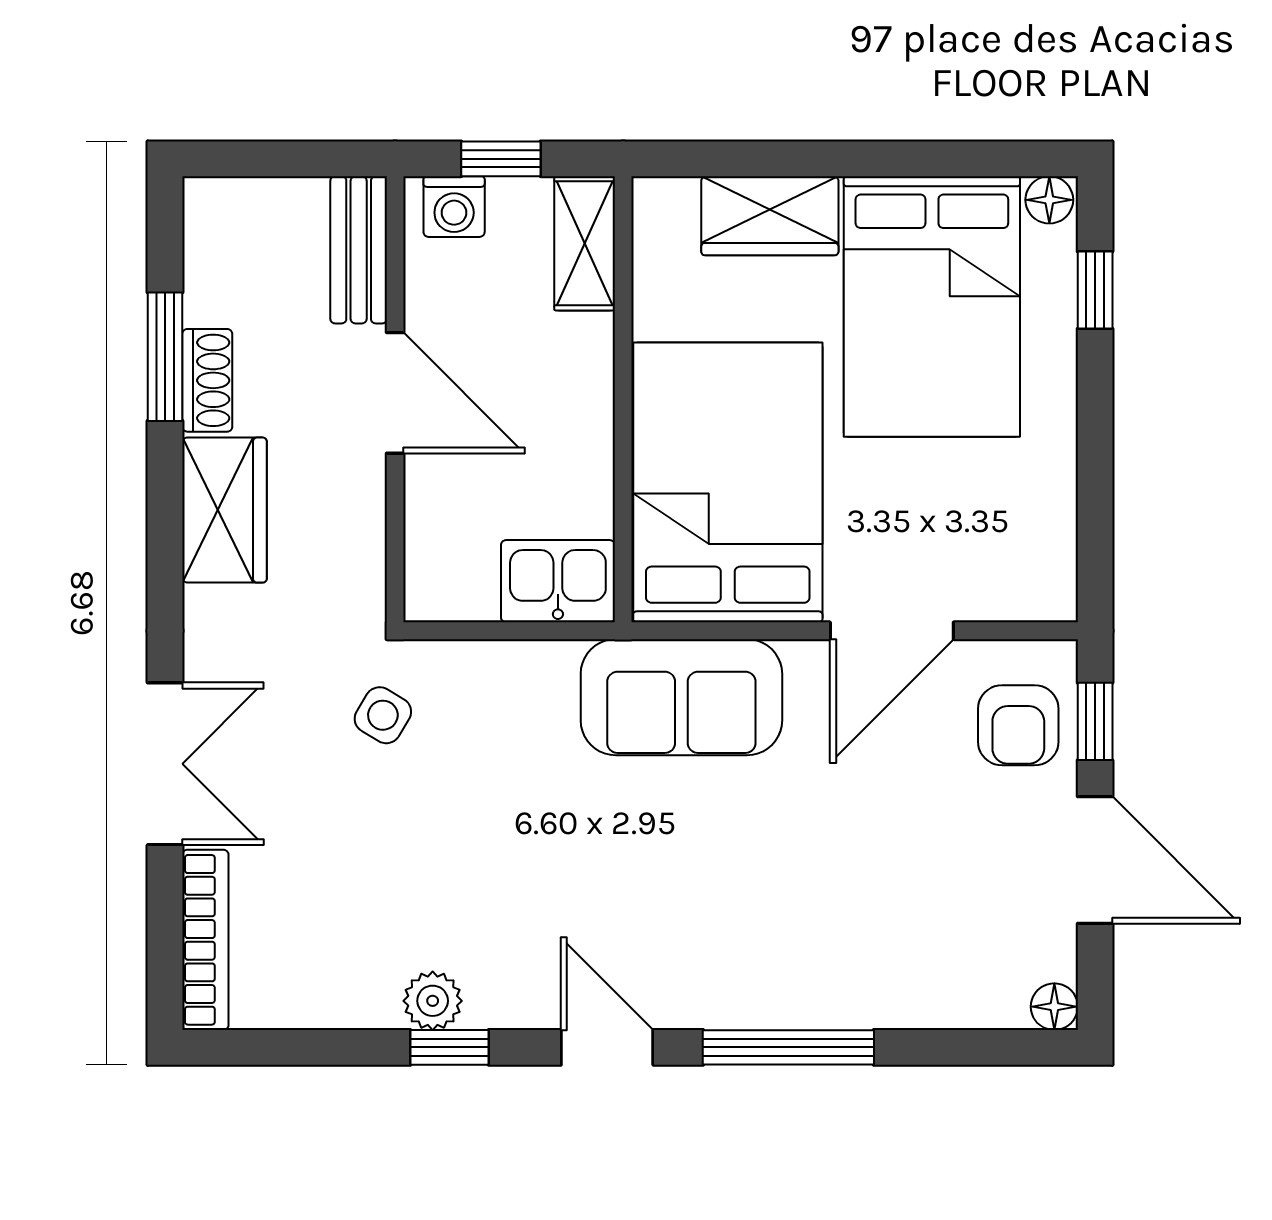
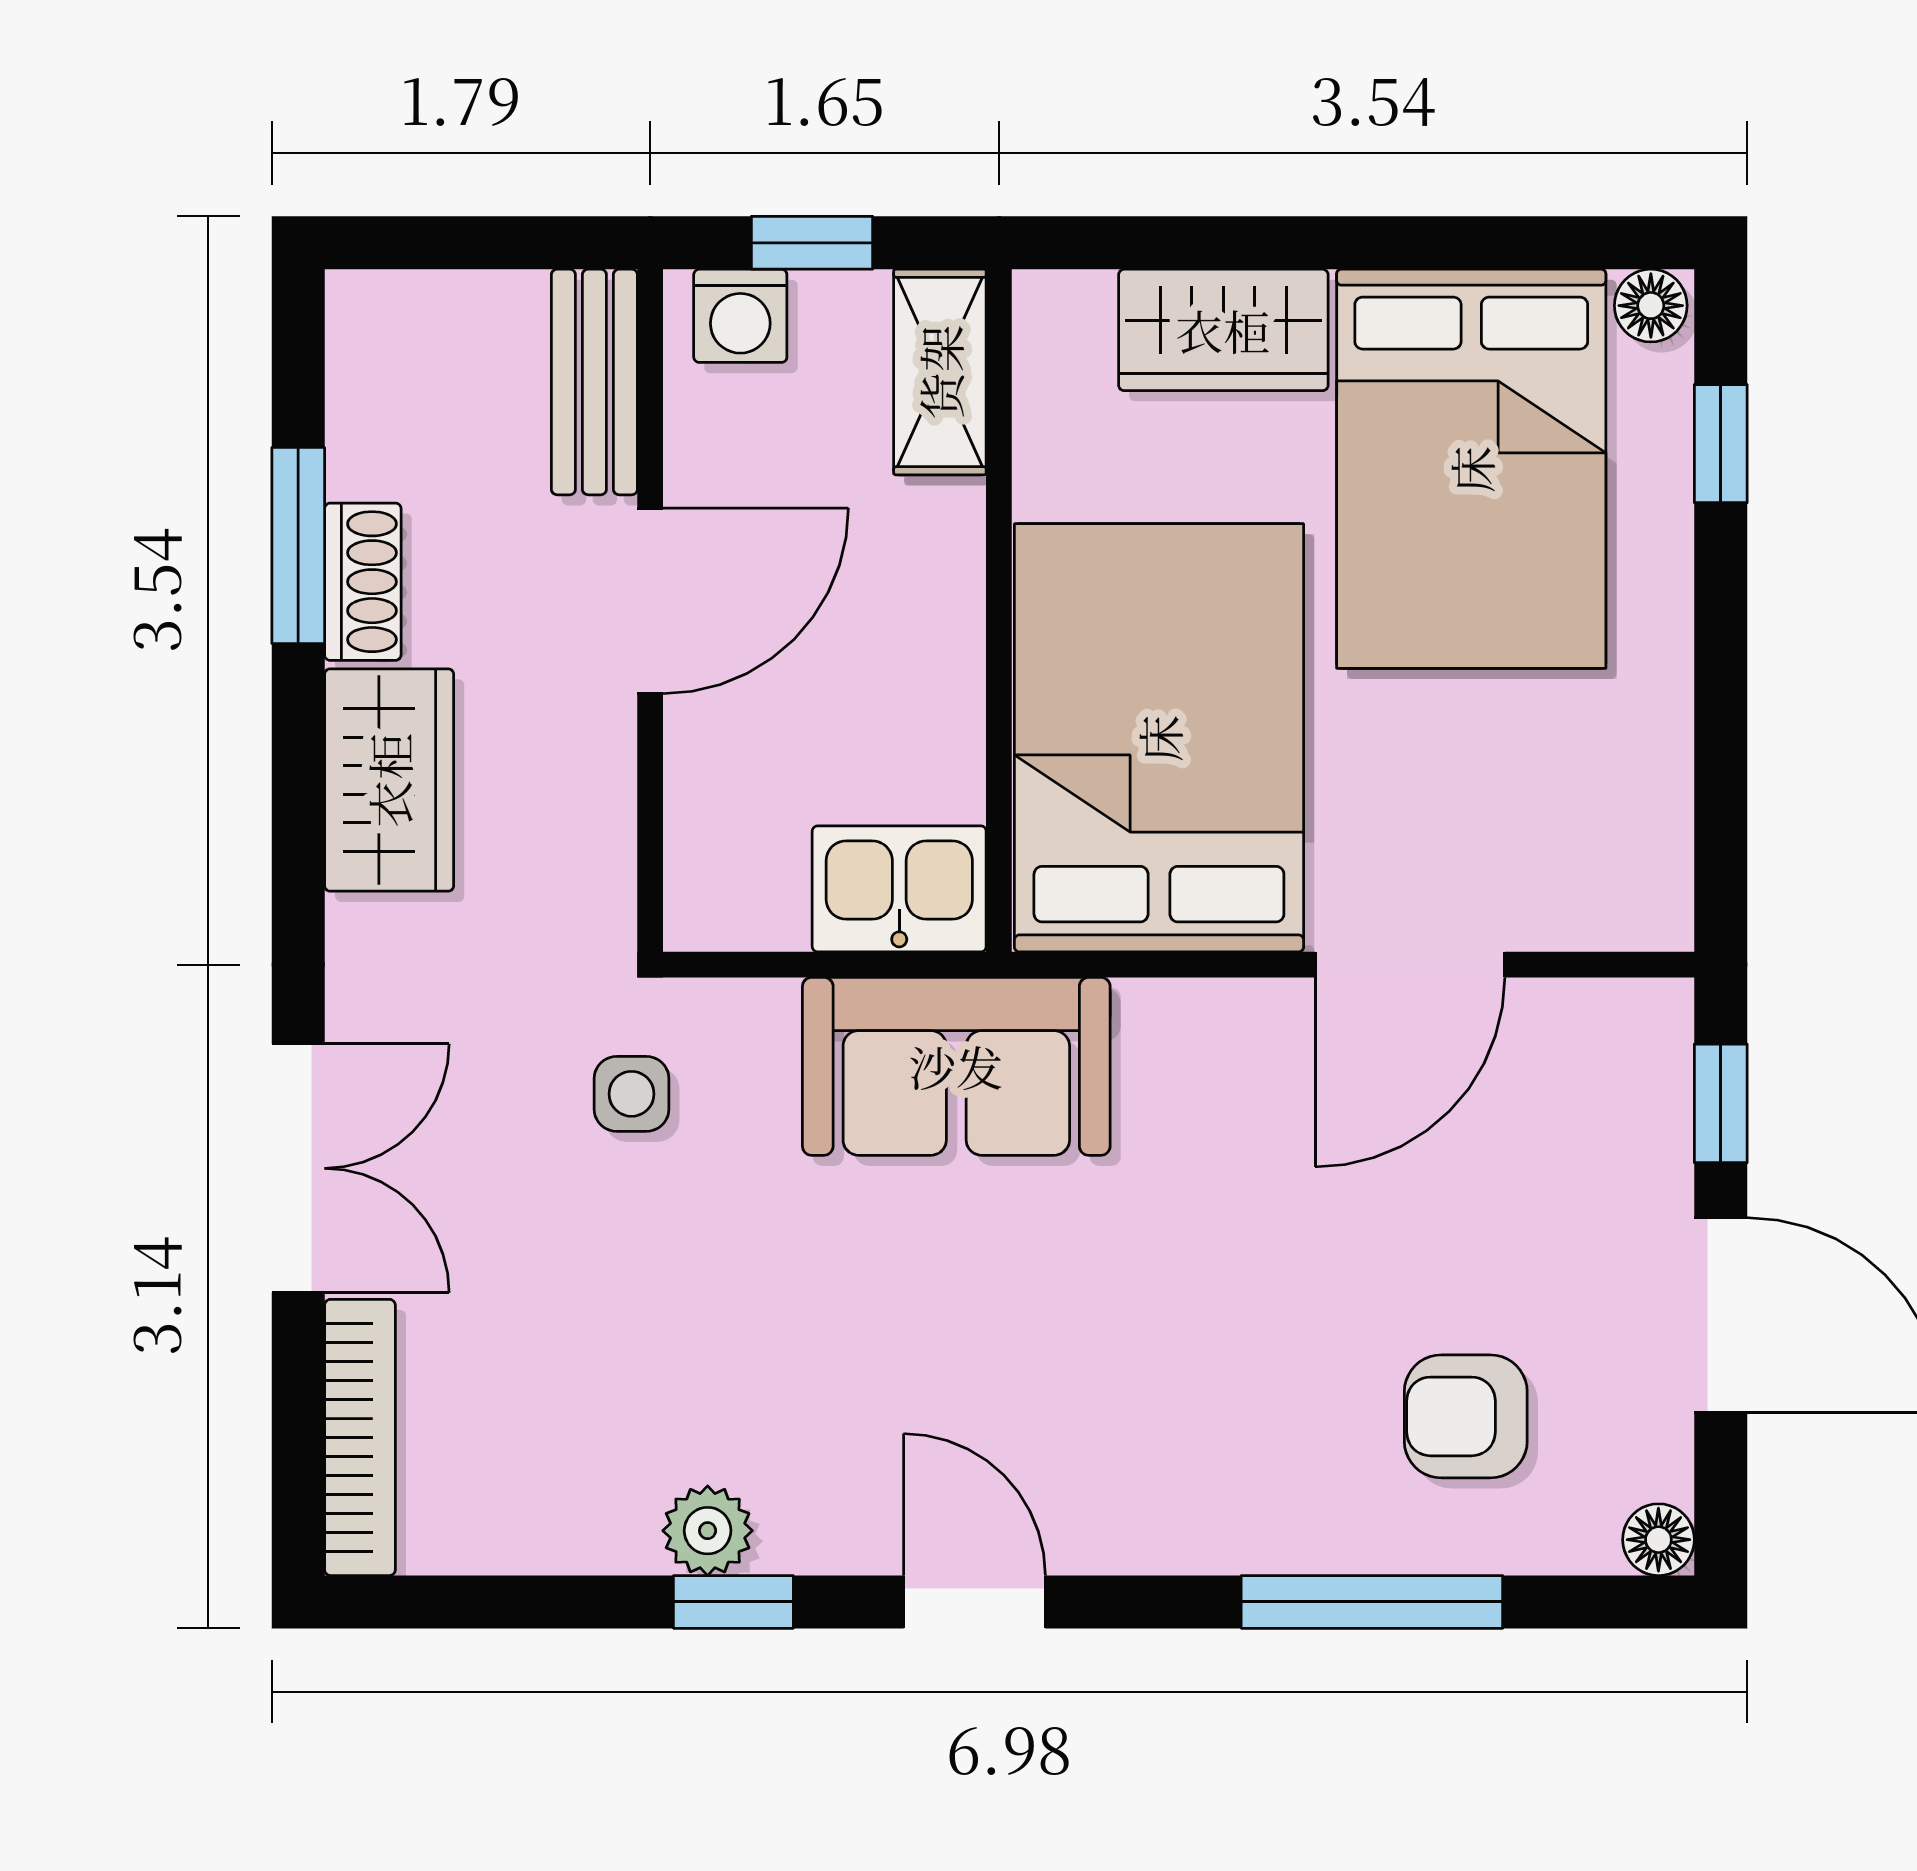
door: (395, 393) -> (650, 601), hinge flipped
sofa: (681, 697) -> (956, 1066), moved
side table: (383, 715) -> (631, 1094), turned -31
armchair: (1018, 725) -> (1466, 1416), moved, turned 90
window: (788, 1047) -> (1372, 1602), moved

